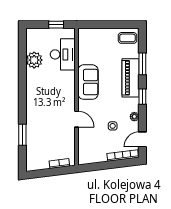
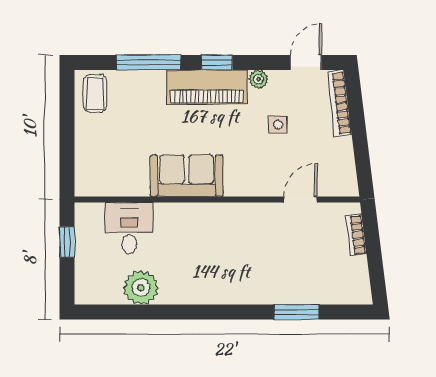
desk: (63, 54) -> (129, 228), width x0.73
window: (142, 64) -> (149, 62), width x1.44
piano: (131, 78) -> (207, 87), moved
door: (76, 119) -> (301, 200), moved
door: (142, 139) -> (306, 62), swing flipped

